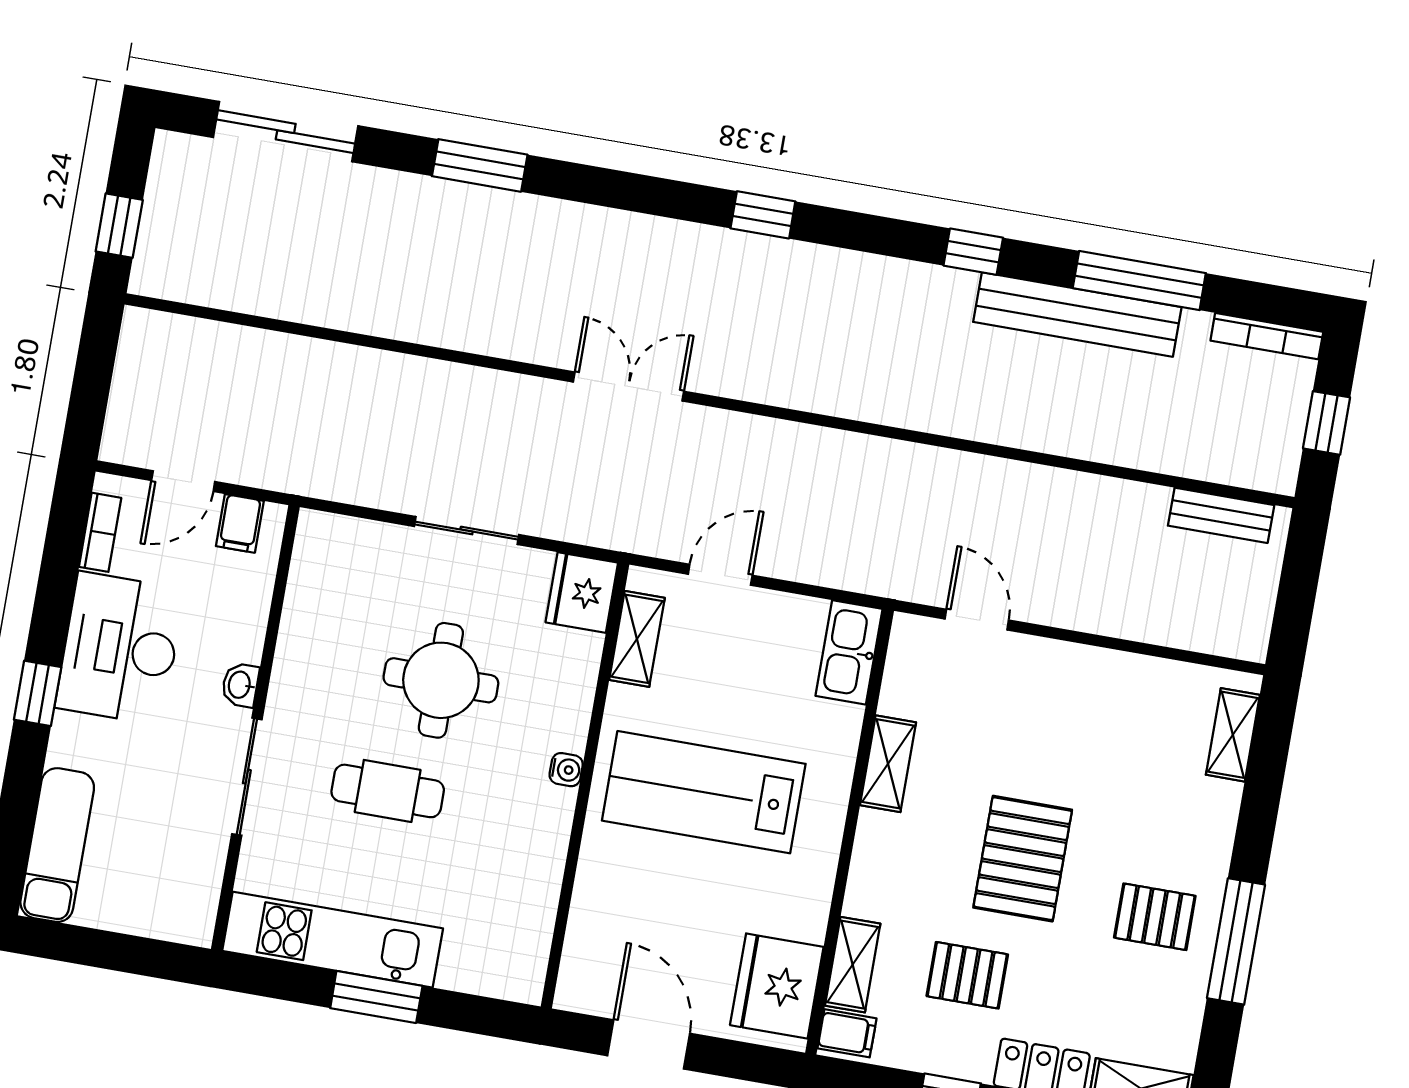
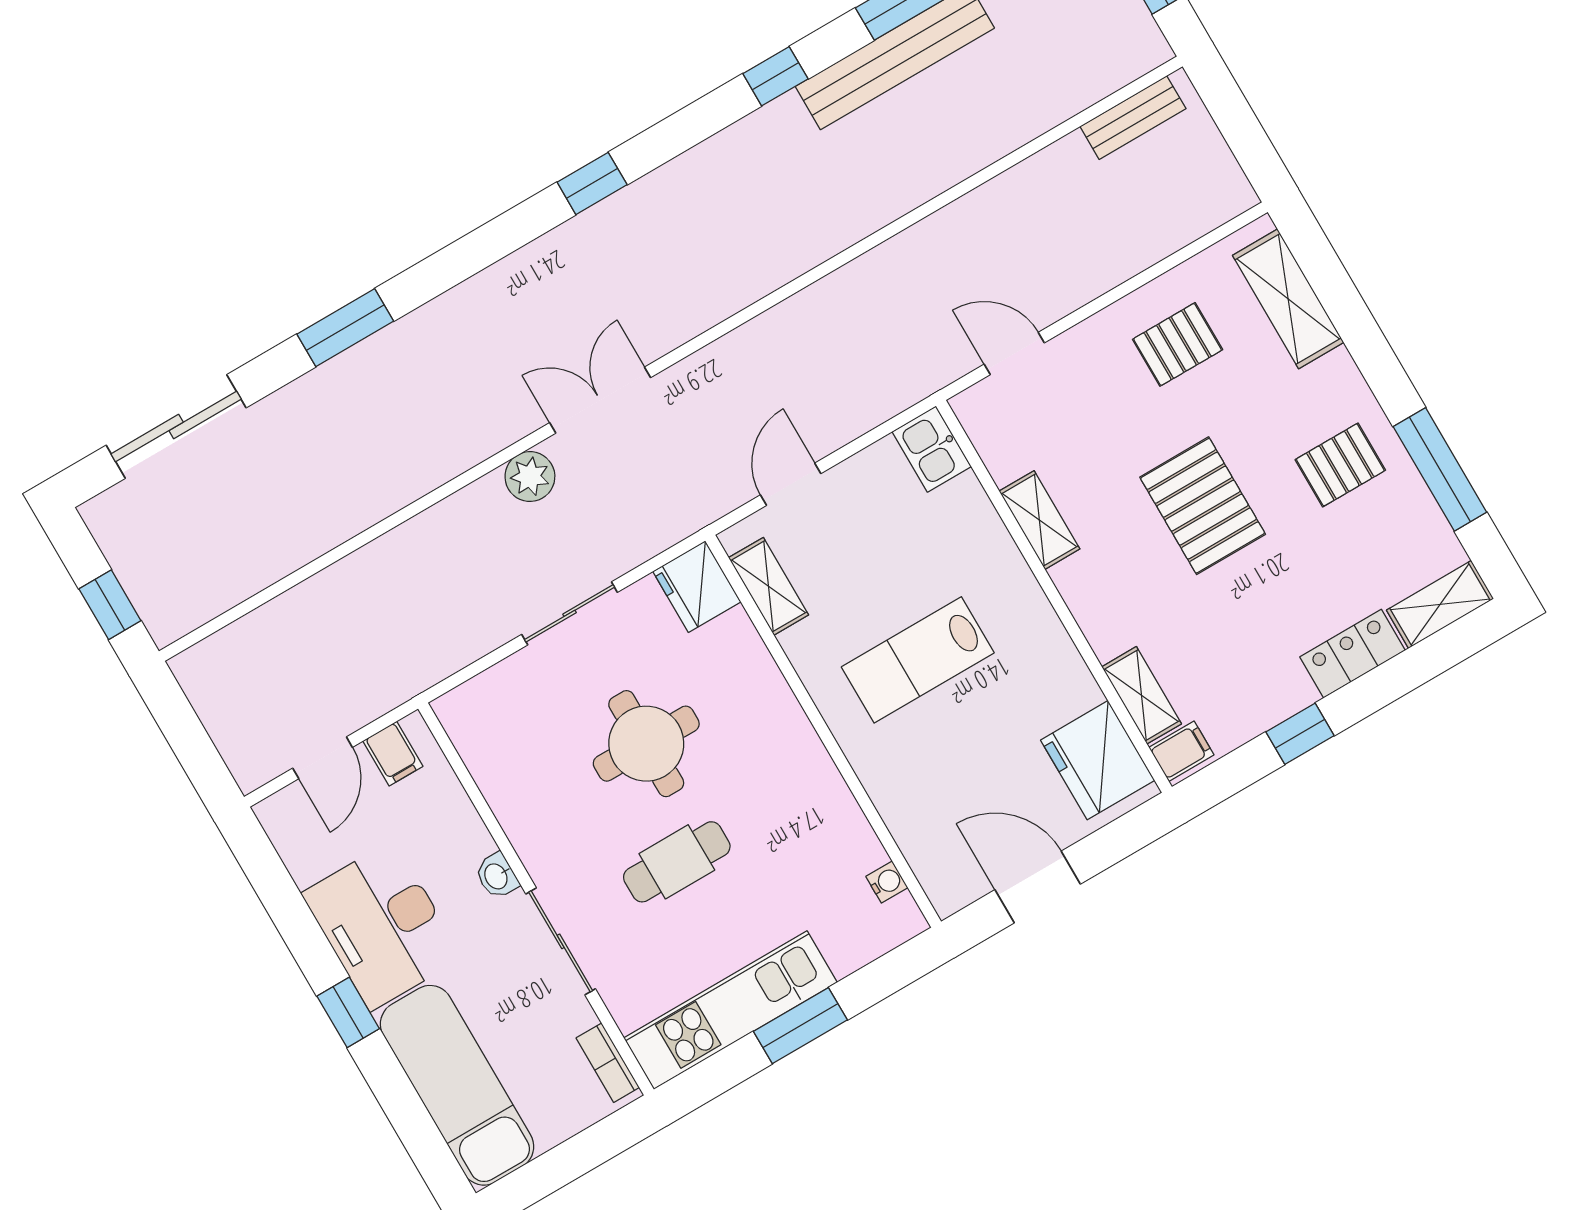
plant: (525, 400) -> (530, 477), added
bookcase: (100, 532) -> (608, 1063), moved, turned 180
kitchen sink: (849, 652) -> (932, 449), width x0.73
shelving: (1233, 735) -> (1288, 299), width x1.50, depth x1.33
water cooler: (566, 770) -> (887, 882), moved
lab bench: (704, 792) -> (918, 660), width x0.73, depth x0.72
exam couch: (57, 845) -> (457, 1085), width x1.36, depth x1.45
window: (1236, 941) -> (1440, 469), moved
pallet: (967, 975) -> (1178, 344), moved

